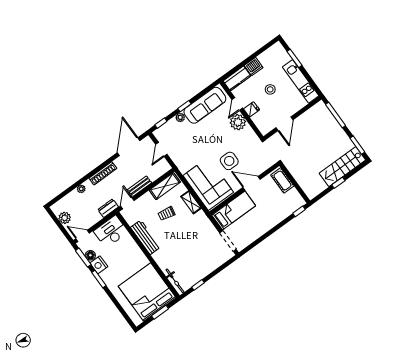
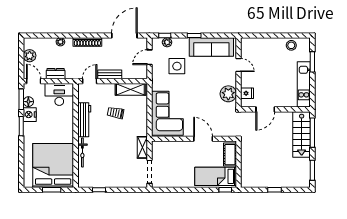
dishwasher: (254, 67) -> (274, 44), removed
kitchen counter: (237, 78) -> (254, 44), removed
stool: (270, 89) -> (291, 45), moved
door: (237, 104) -> (239, 65), swing flipped
fridge: (252, 109) -> (247, 93), moved
plant: (180, 117) -> (167, 42), moved
plant: (238, 122) -> (228, 94), moved
side table: (229, 161) -> (177, 66), moved
stairs: (342, 167) -> (302, 134), moved, turned -90
shelving: (191, 202) -> (142, 147), moved
dresser: (108, 208) -> (56, 74), moved
bed: (234, 210) -> (216, 176), moved, turned 180
bicycle: (175, 281) -> (82, 152), moved

